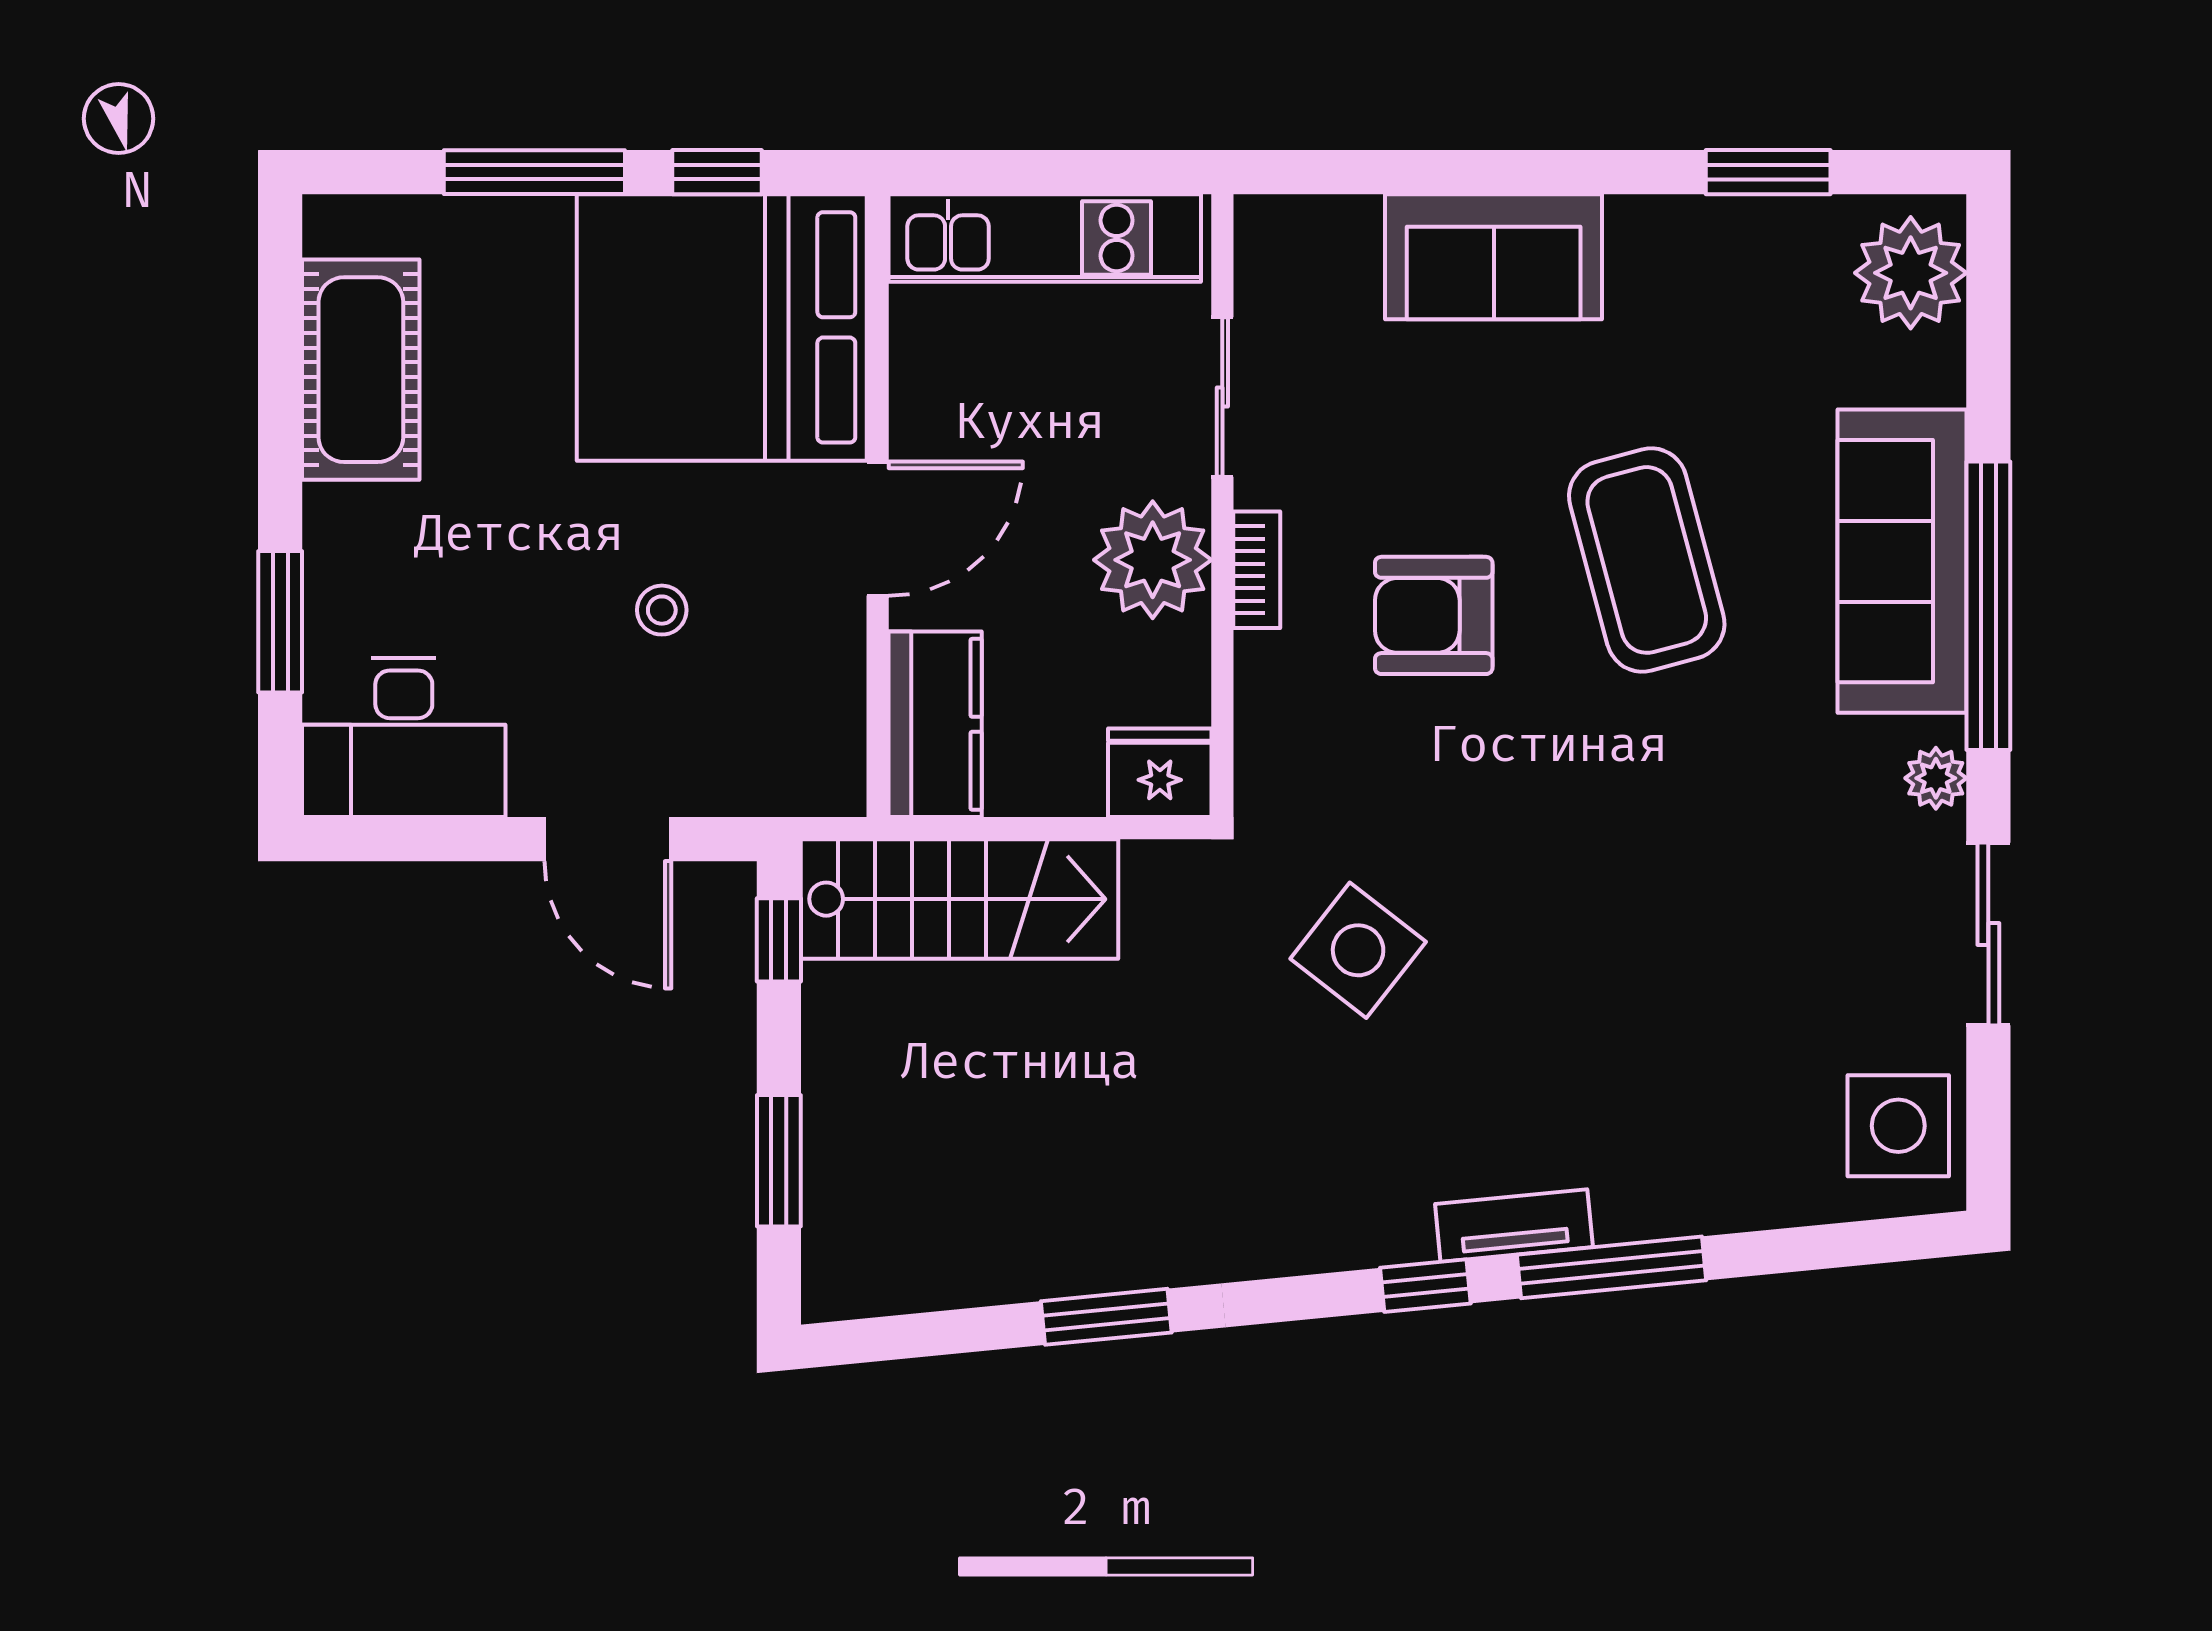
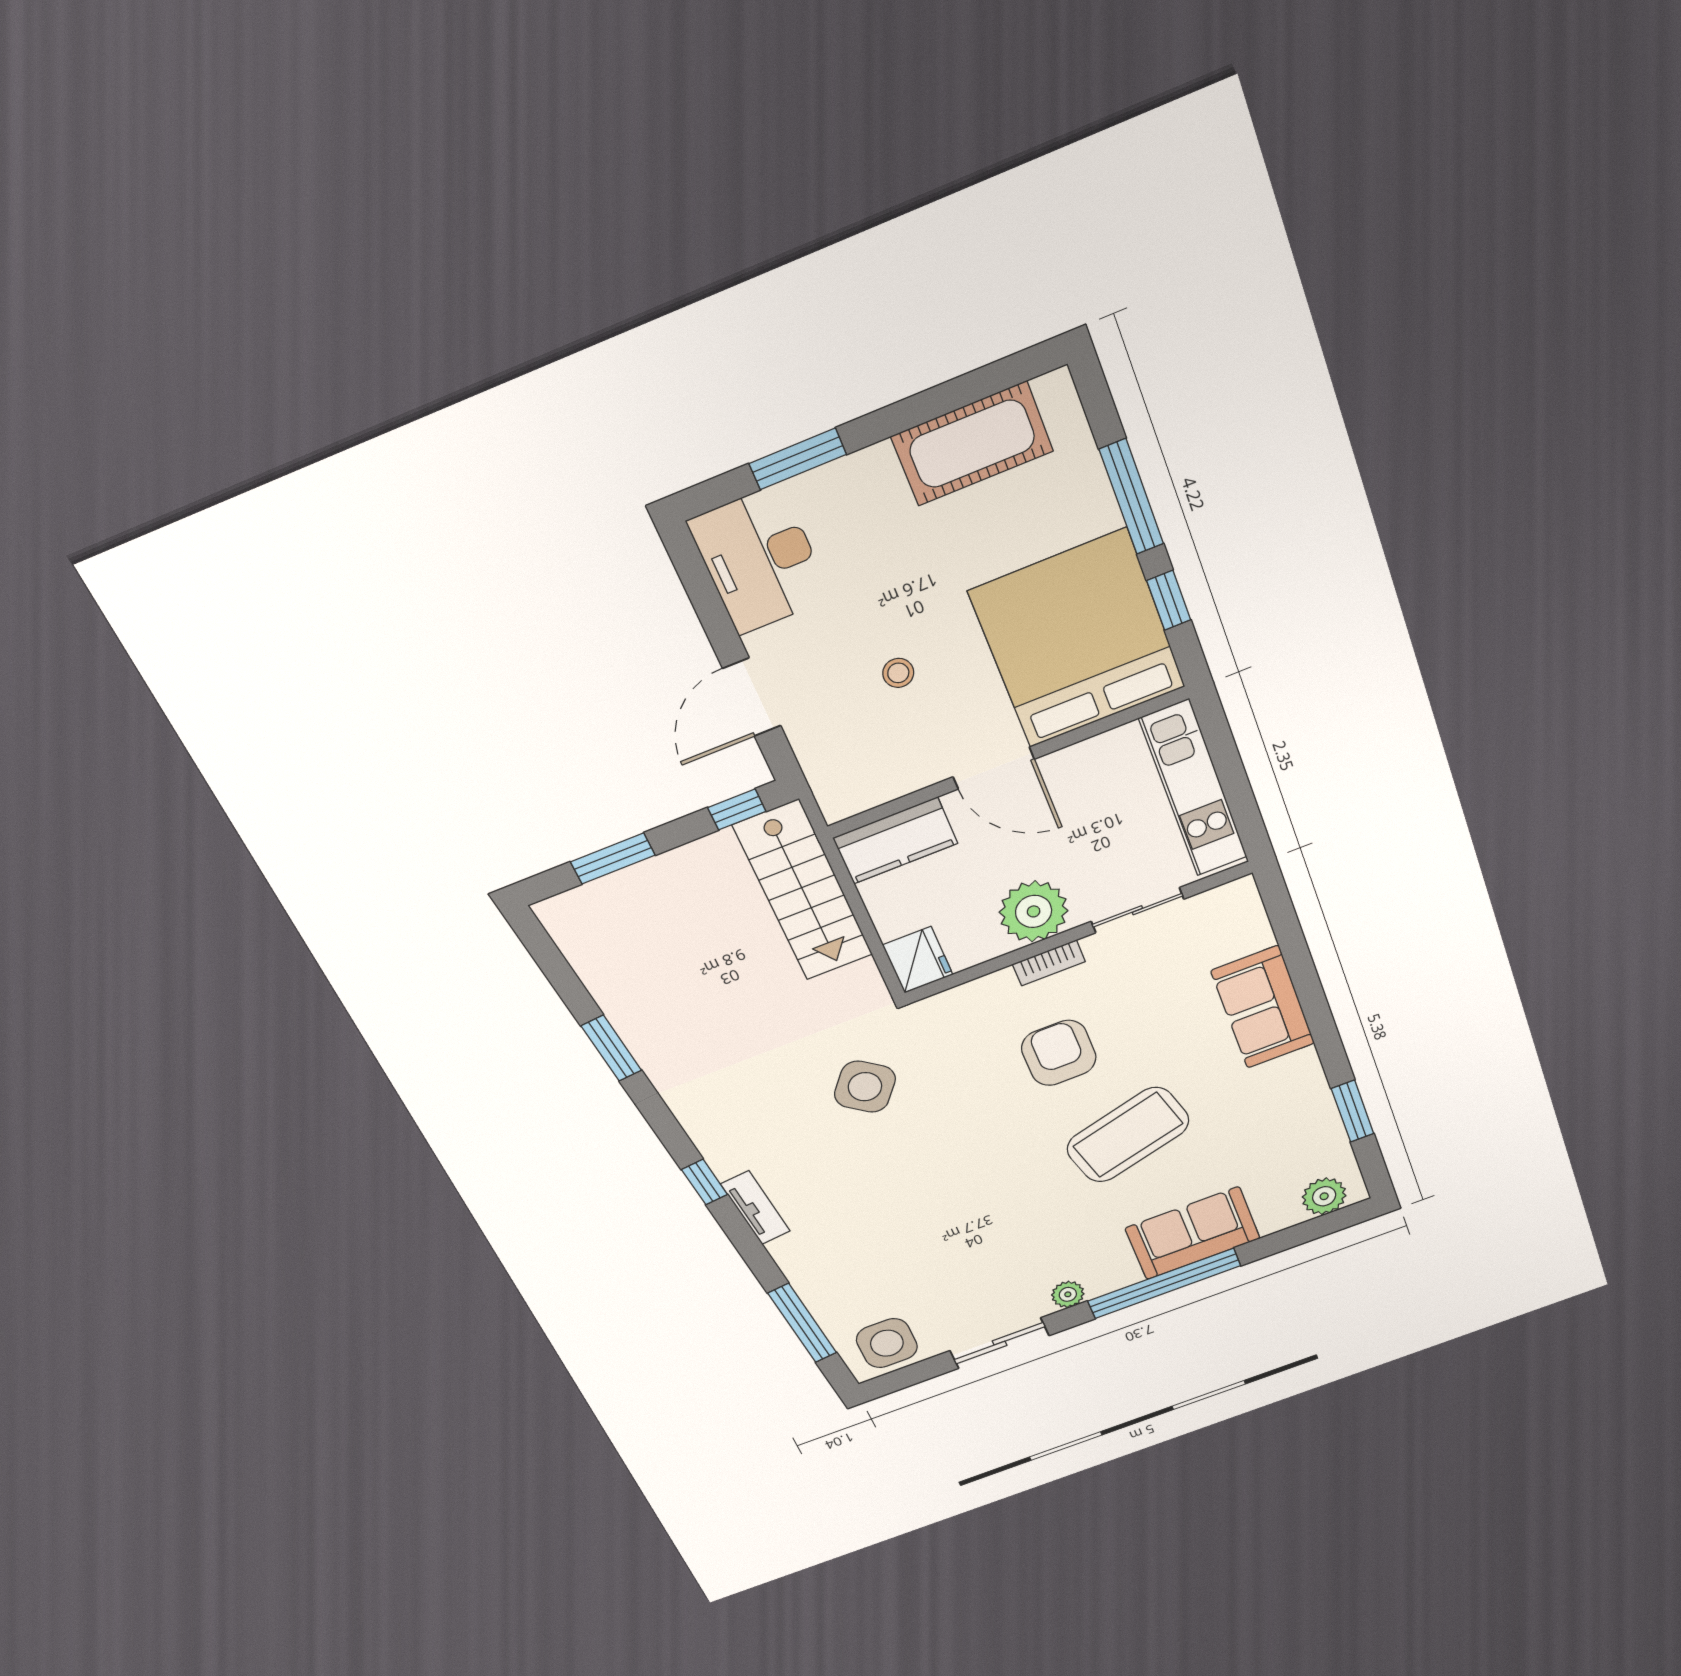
plant: (1911, 273) -> (1324, 1196), width x0.73, depth x0.73
sofa: (1902, 561) -> (1193, 1233), width x0.73
window: (1611, 1267) -> (802, 1323), moved

